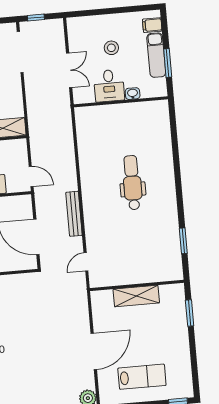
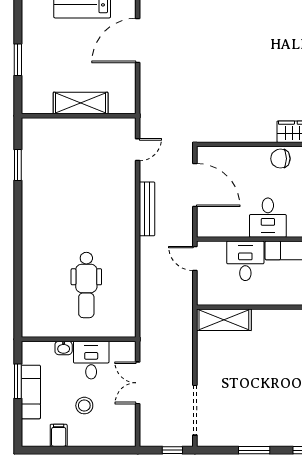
filing cabinet: (152, 25) -> (59, 435), moved, turned -90
dental chair: (132, 183) -> (86, 285), moved
window: (190, 313) -> (18, 60), moved

